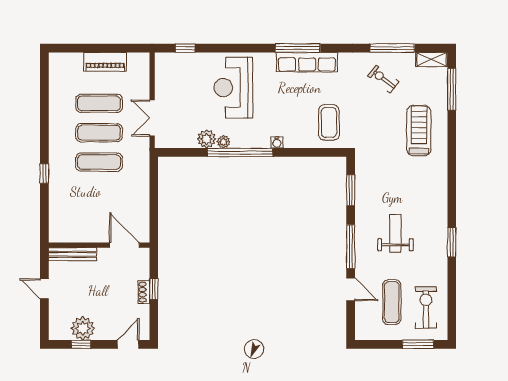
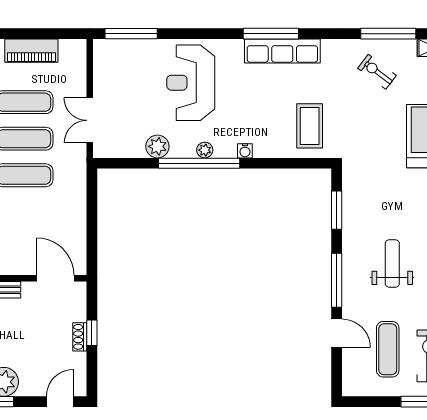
window: (185, 48) -> (131, 34), width x2.17
plant: (224, 142) -> (205, 150), moved

